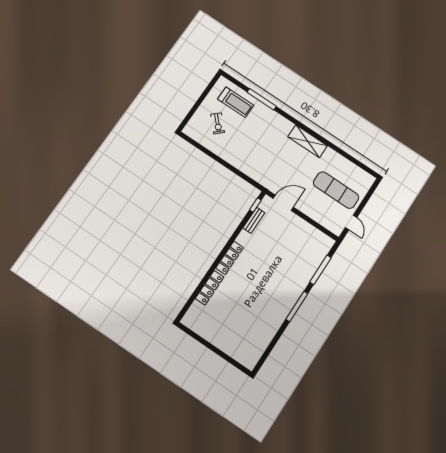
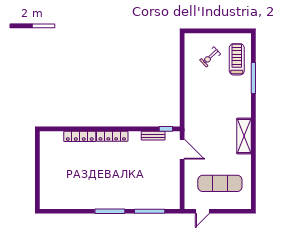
treadmill: (236, 102) -> (237, 59), turned 180
exercise mat: (336, 190) -> (220, 183), turned 90

